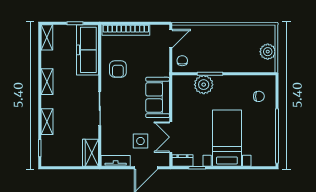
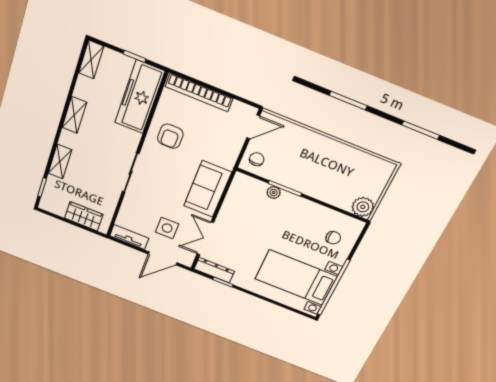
plant: (268, 52) -> (363, 207), moved
plant: (204, 85) -> (274, 193), width x0.53, depth x0.53
bed with nightstands: (227, 138) -> (296, 278), moved, turned -90
wardrobe: (90, 153) -> (84, 216), moved, turned 90
dresser: (182, 161) -> (214, 270), width x1.44

